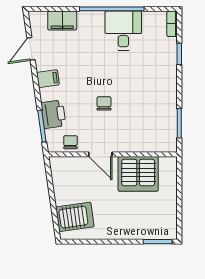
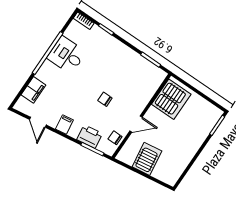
server rack: (138, 174) -> (171, 99), moved
server rack: (75, 217) -> (147, 159), moved

